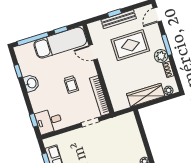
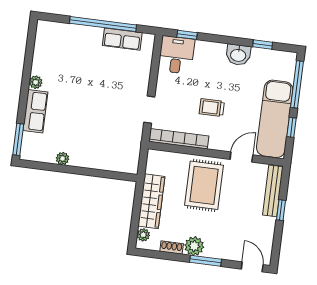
bench: (119, 19) -> (273, 191), moved
rug: (130, 45) -> (204, 185), moved

